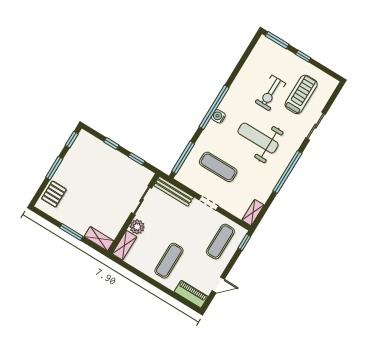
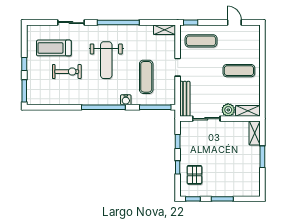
water cooler: (218, 116) -> (126, 100), moved
pallet: (54, 194) -> (194, 175), moved, turned 90
piano: (191, 294) -> (254, 39), removed

